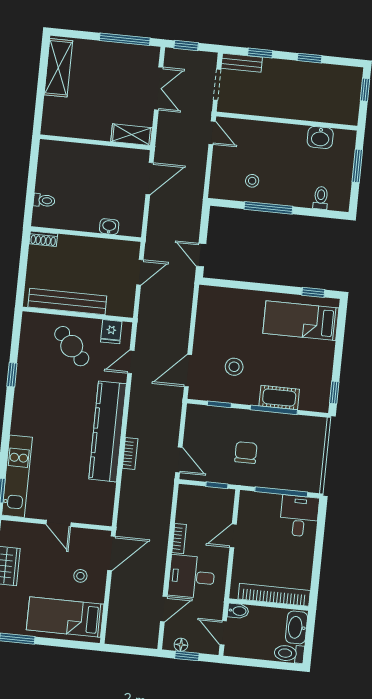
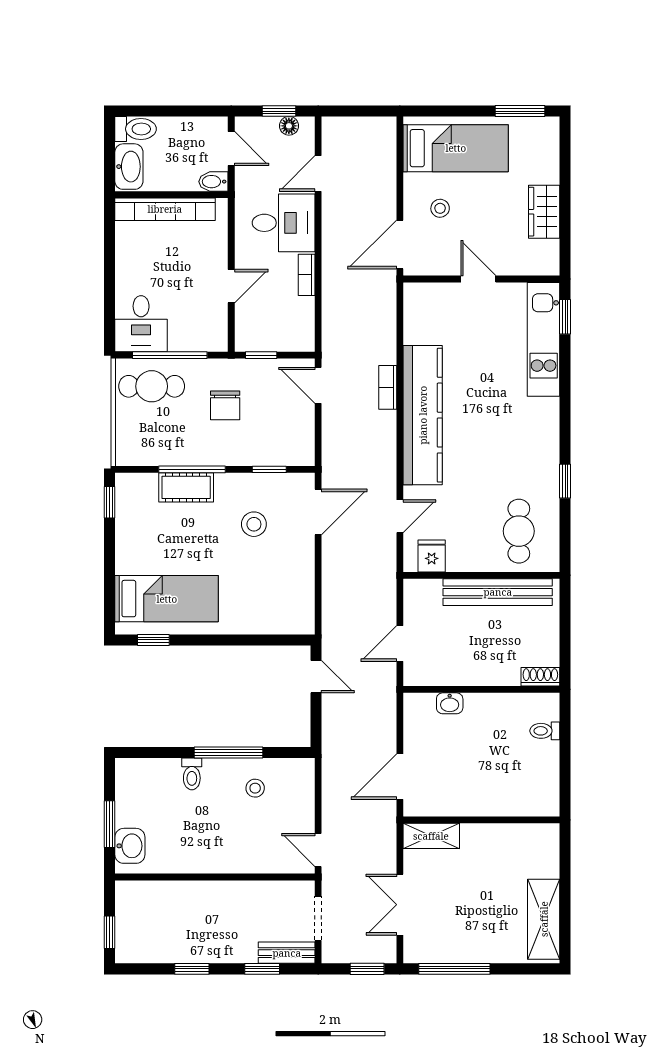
washbasin: (320, 137) -> (130, 846), moved, turned 90
toilet: (321, 198) -> (192, 774), moved
cafe table: (72, 346) -> (519, 531), moved, turned 43
cafe table: (296, 471) -> (152, 386), added

